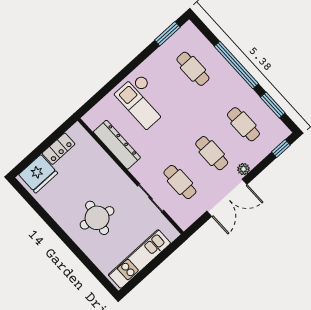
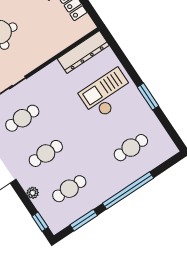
window: (167, 34) -> (148, 97), moved
dresser: (117, 145) -> (83, 52), moved
plant: (243, 169) -> (33, 193), moved

